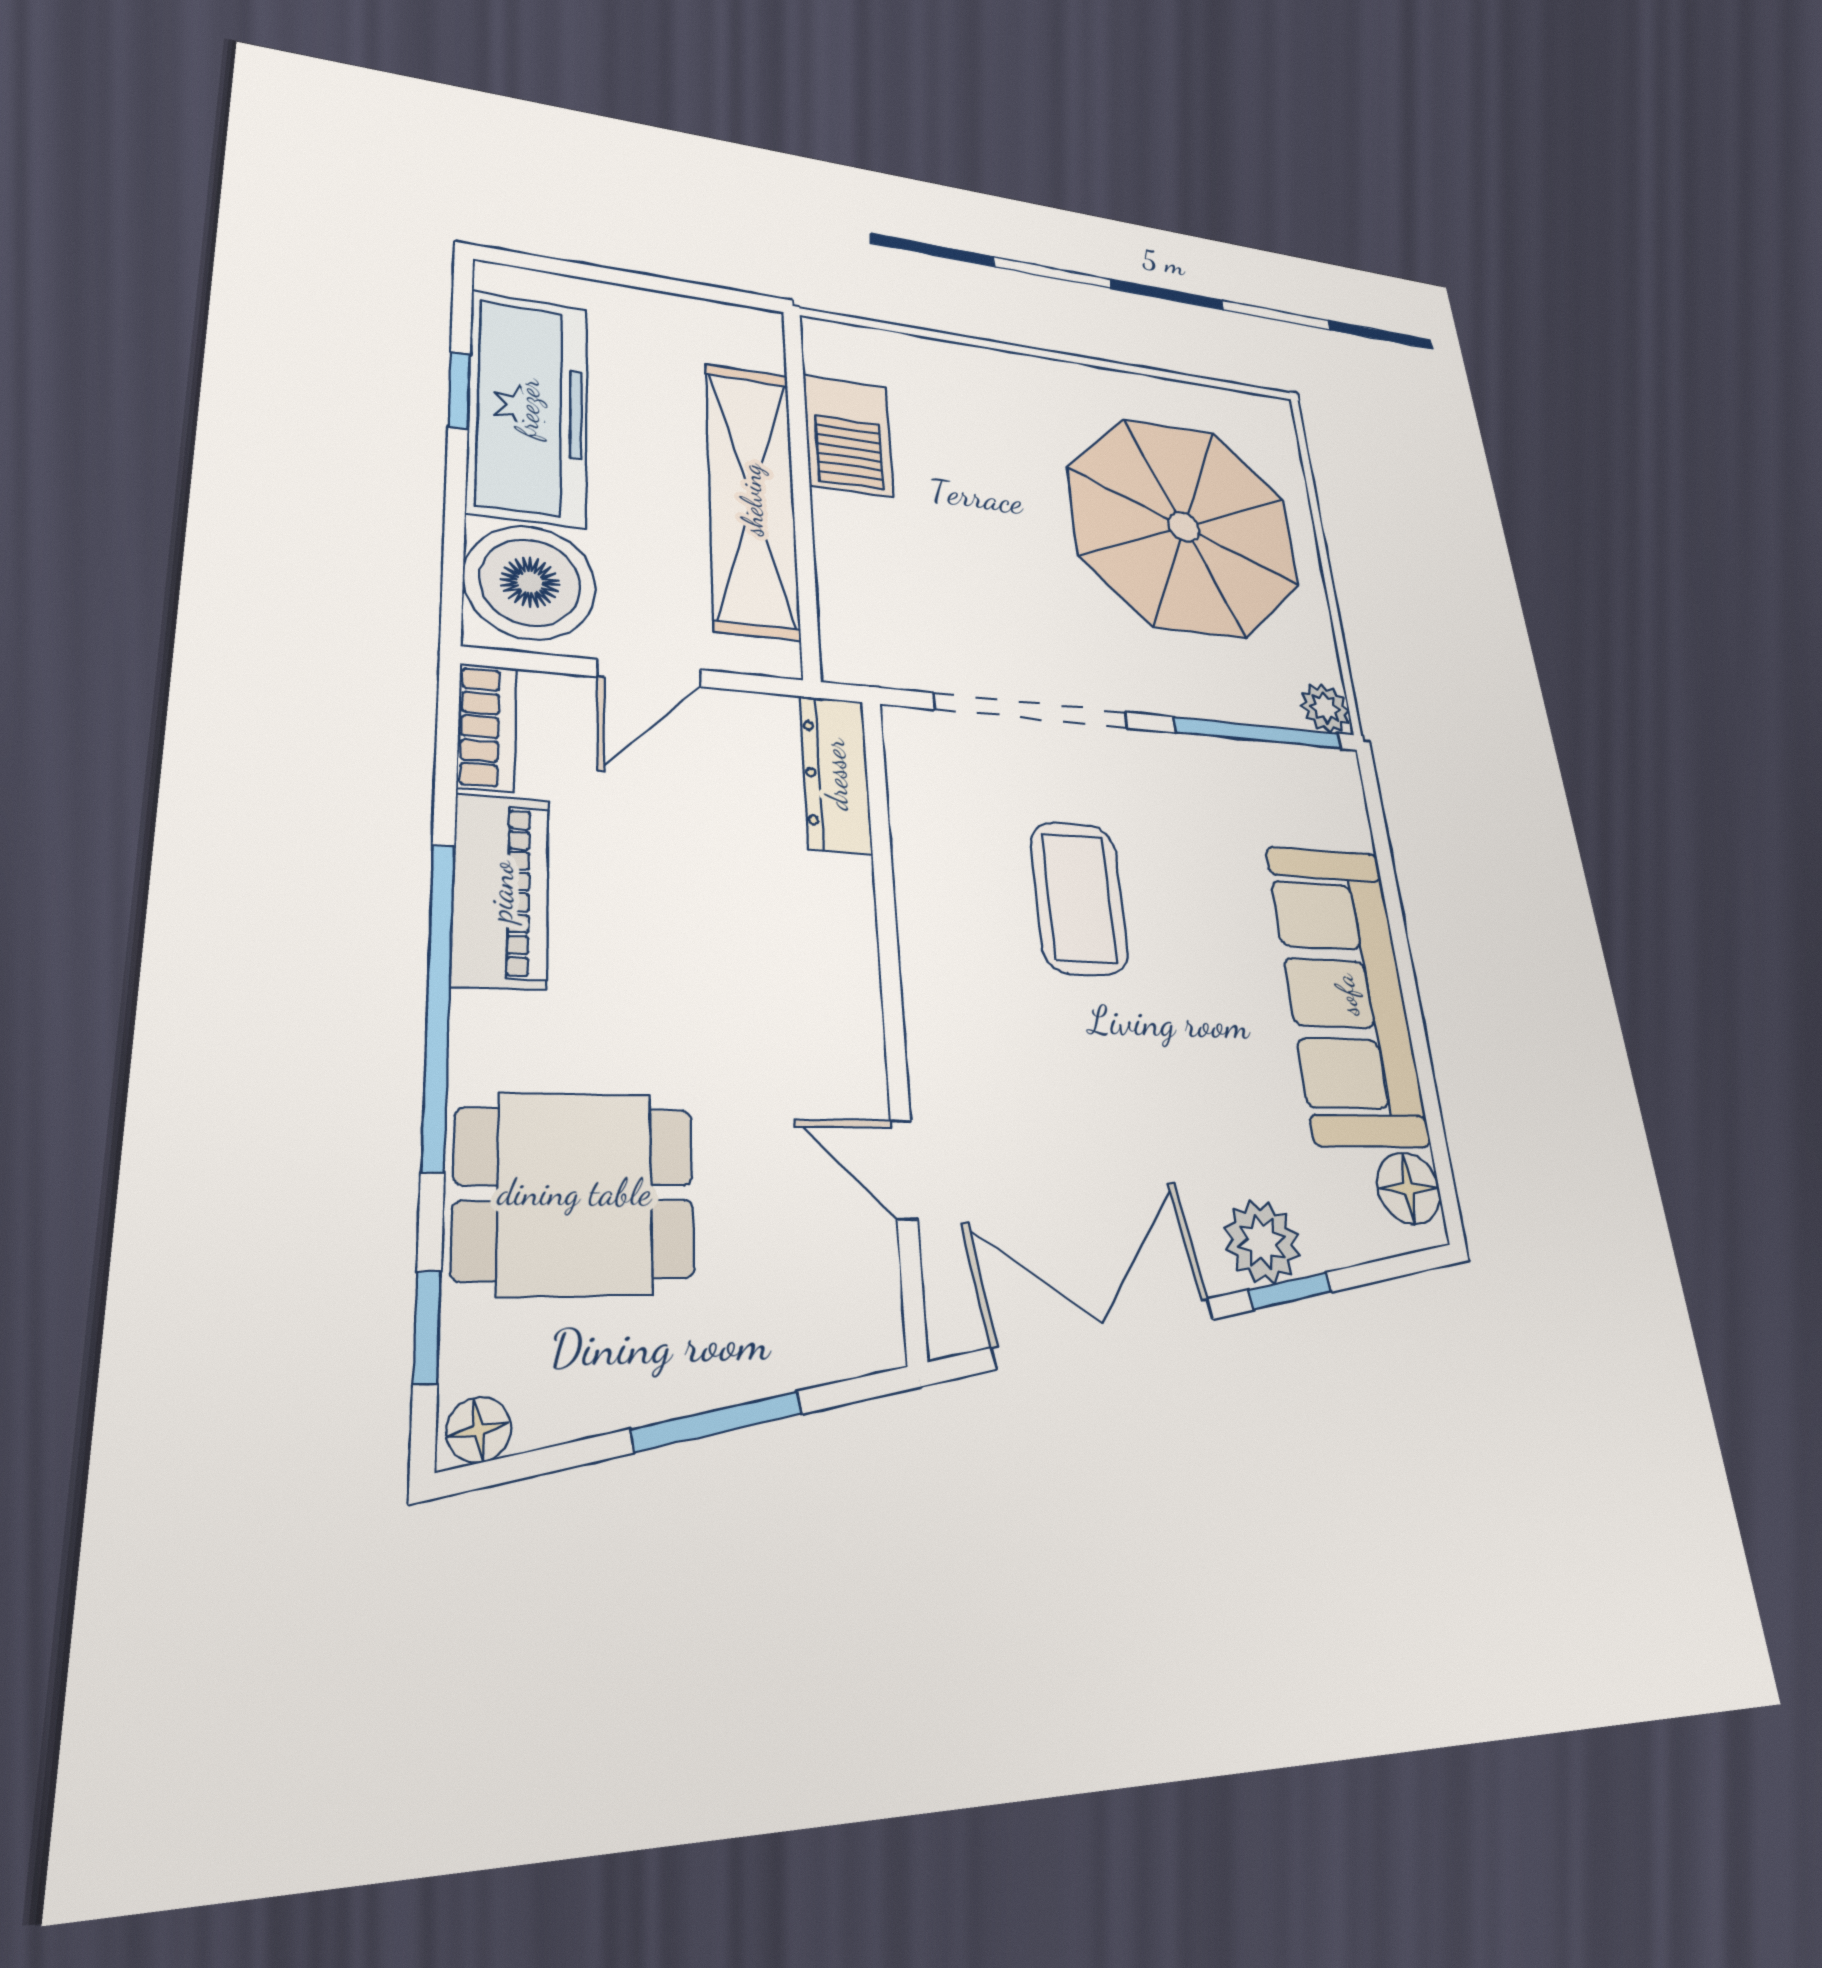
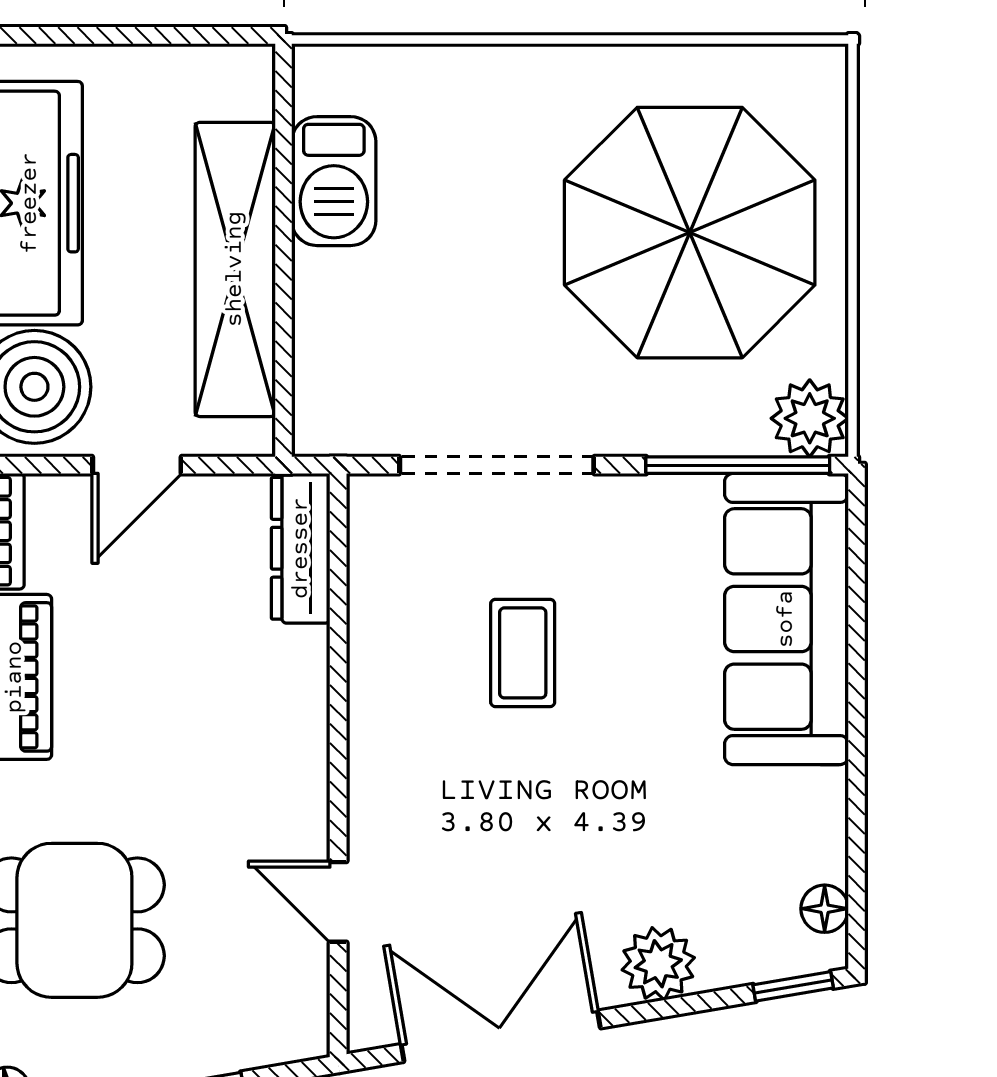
plant: (1325, 708) -> (810, 418), width x1.38, depth x1.38
coffee table: (1079, 898) -> (523, 653), width x0.73, depth x0.77
sofa: (1347, 994) -> (786, 619), moved
floor lamp: (1409, 1188) -> (825, 909), width x0.73, depth x0.73
window: (1290, 1291) -> (793, 986), moved

